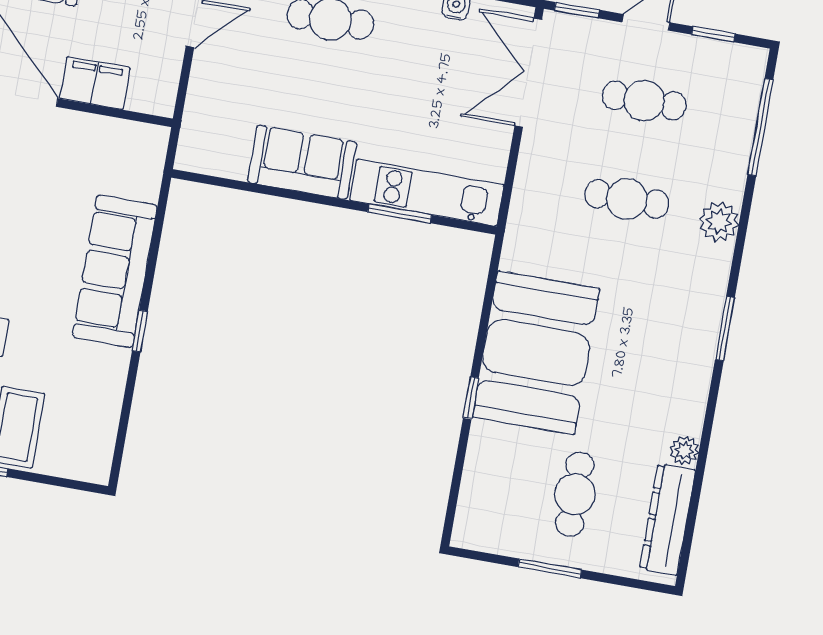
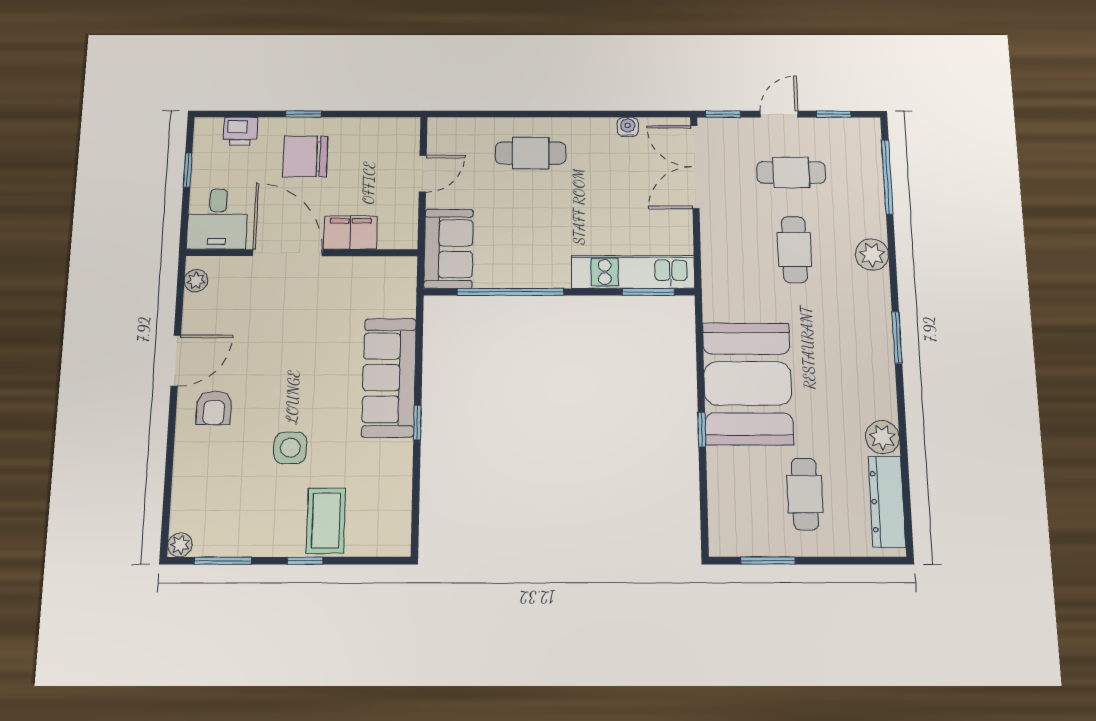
sofa: (302, 162) -> (449, 249), moved, turned 90
window: (276, 192) -> (511, 292), added
cafe table: (627, 199) -> (794, 250), turned 90
window: (400, 213) -> (648, 292), moved
plant: (684, 450) -> (882, 437), width x1.38, depth x1.38
window: (550, 568) -> (768, 561), moved

